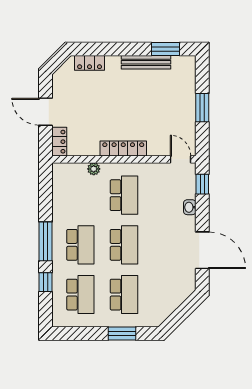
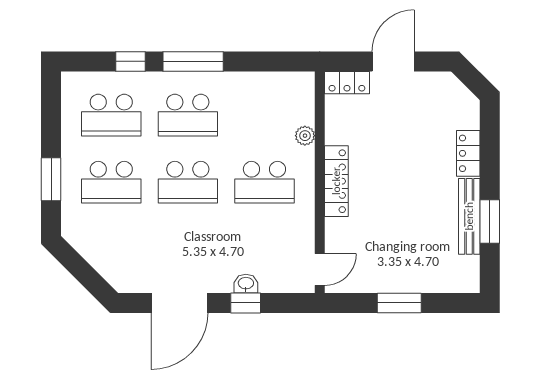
window: (166, 49) -> (490, 222), moved
locker: (90, 63) -> (468, 153), moved
window: (202, 184) -> (246, 303), moved

